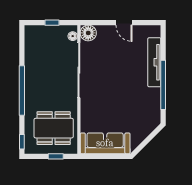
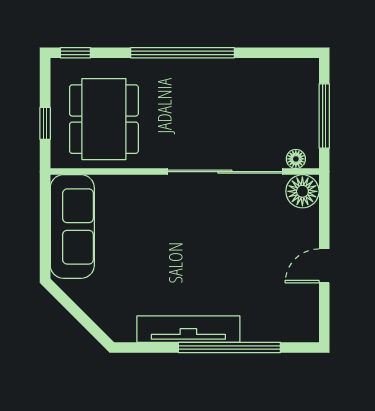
window: (52, 23) -> (324, 116), width x2.17
tv unit: (154, 62) -> (188, 329), moved
window: (163, 85) -> (229, 347), moved

